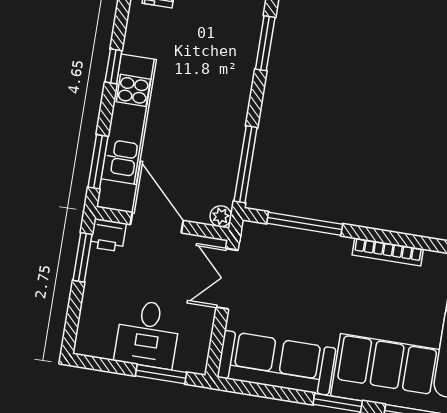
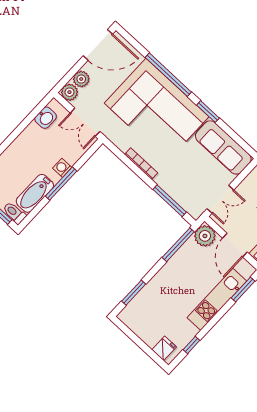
window: (113, 66) -> (191, 345), moved
plant: (221, 216) -> (205, 236), width x1.88, depth x1.88

